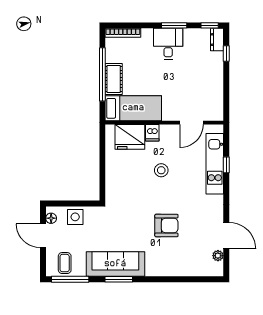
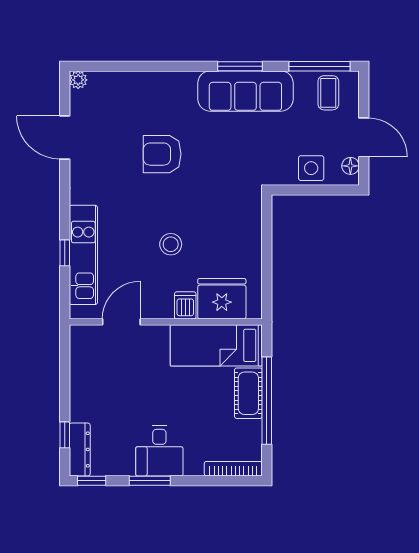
dresser: (217, 40) -> (80, 450), width x1.44
plant: (218, 256) -> (78, 80), moved

